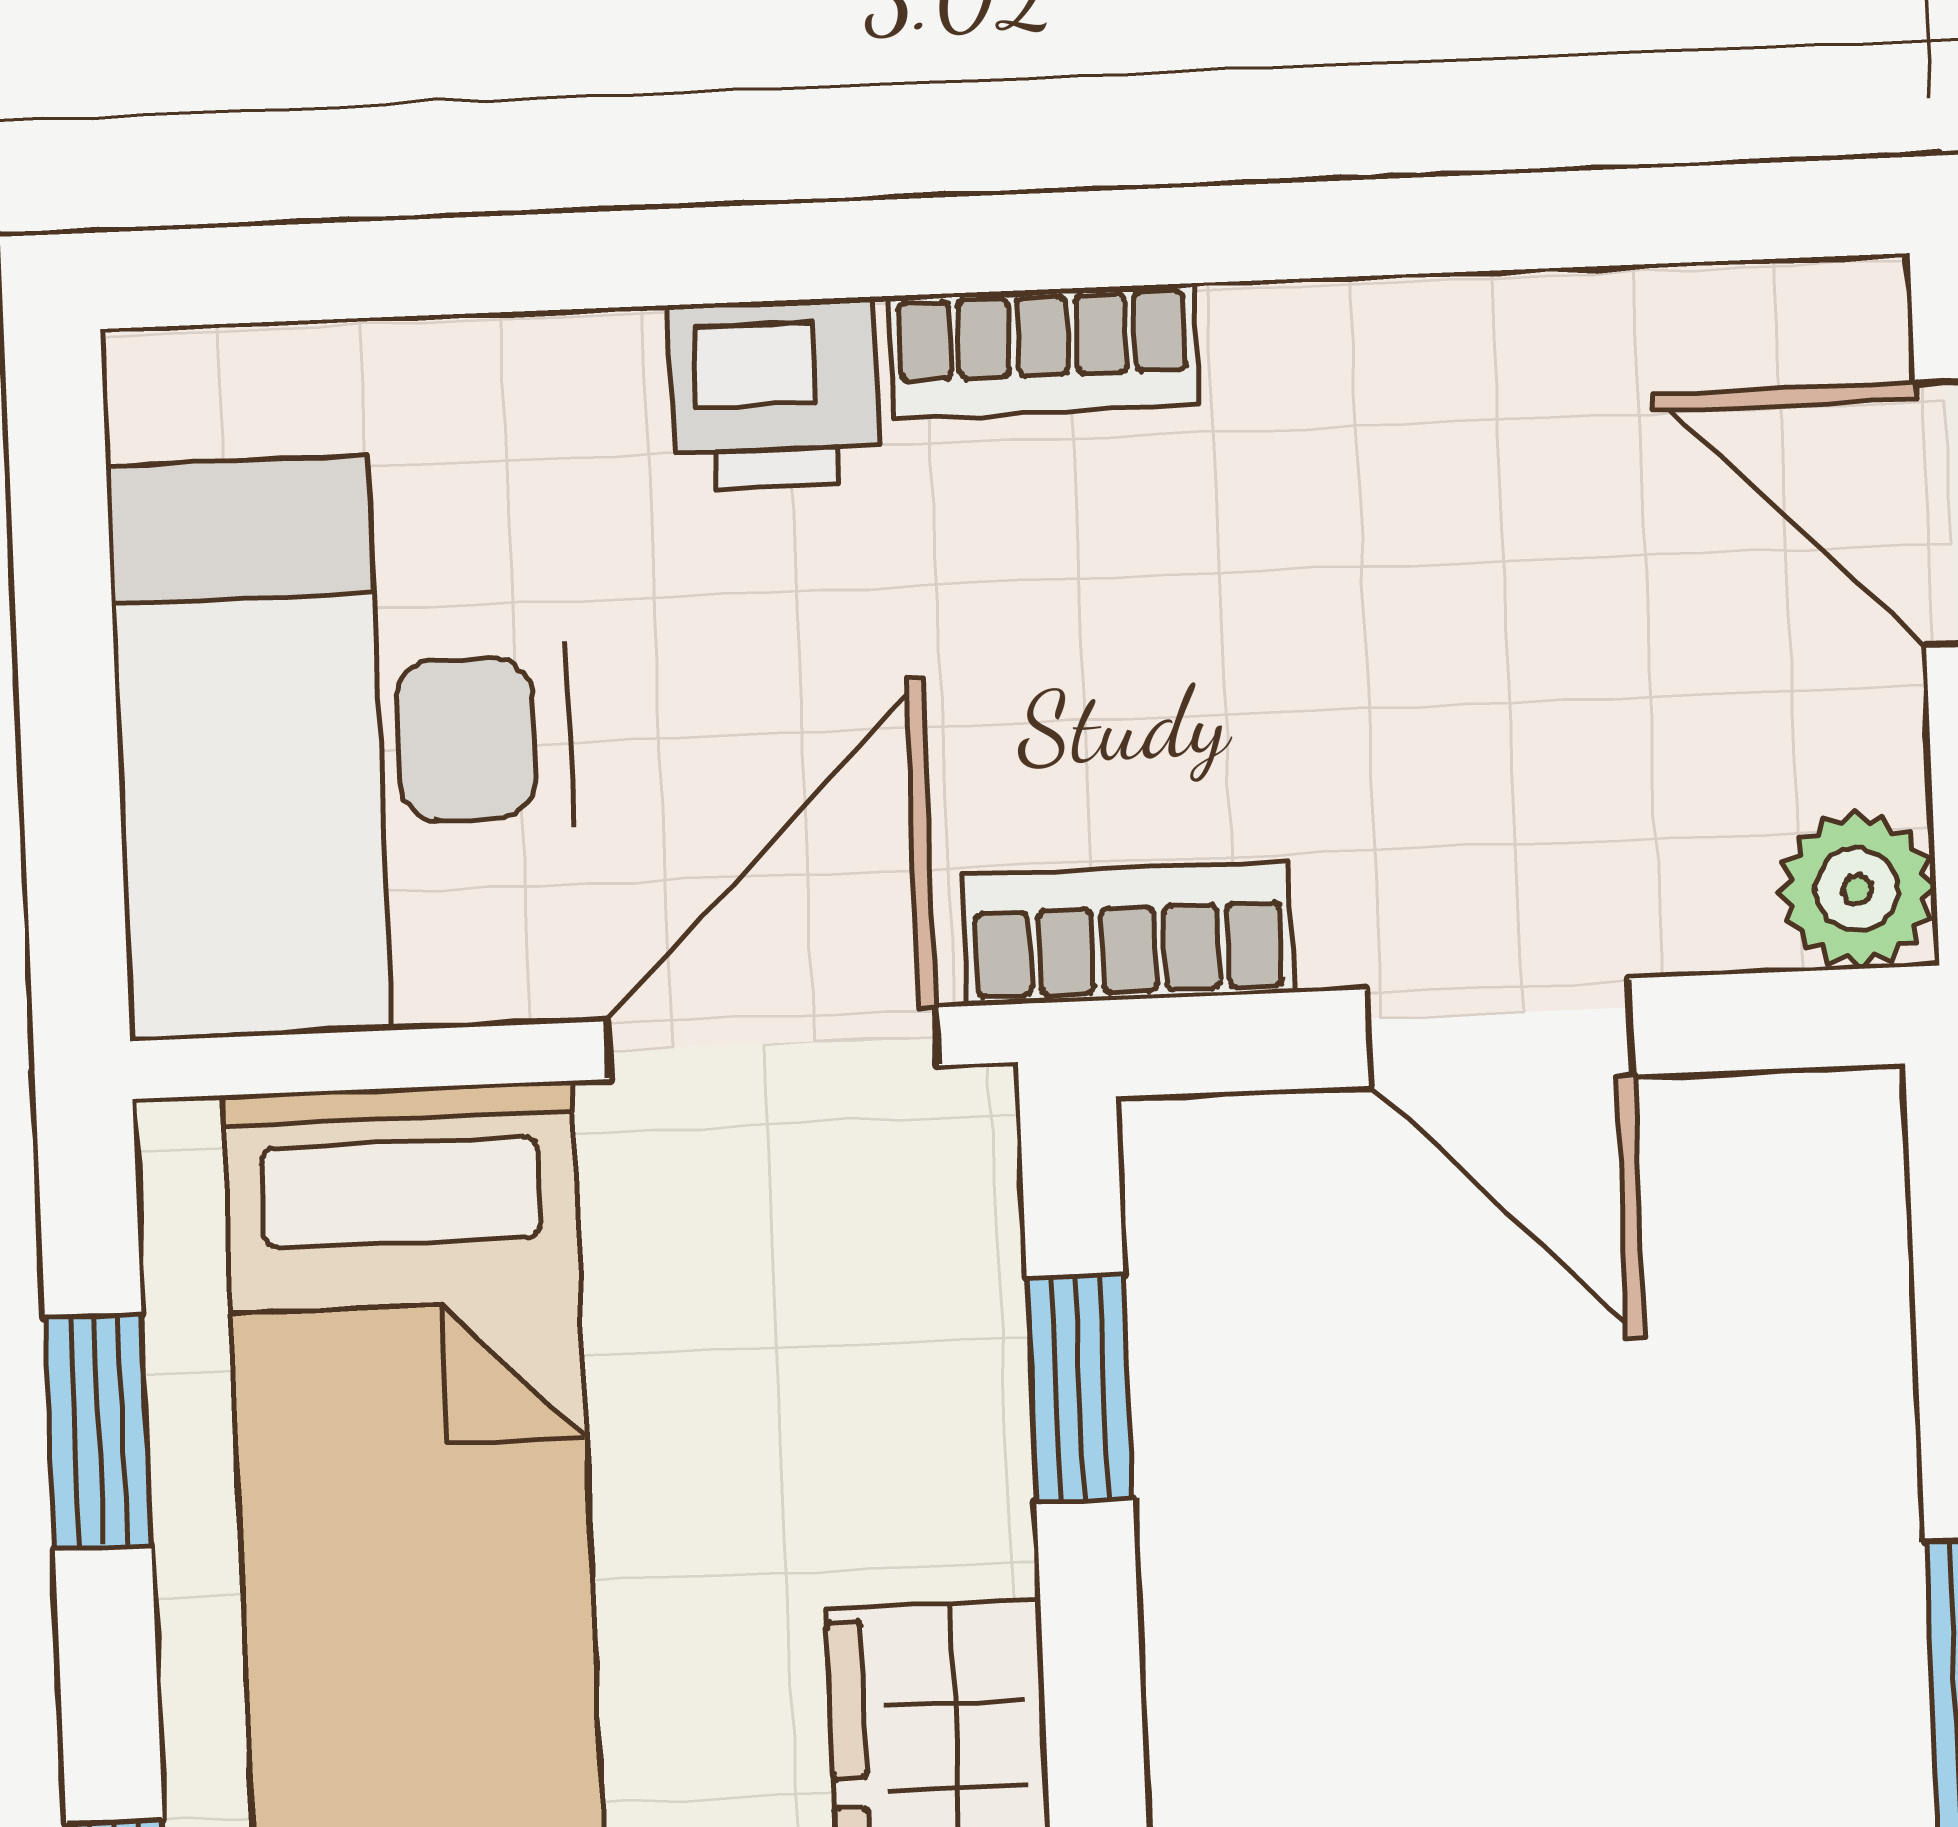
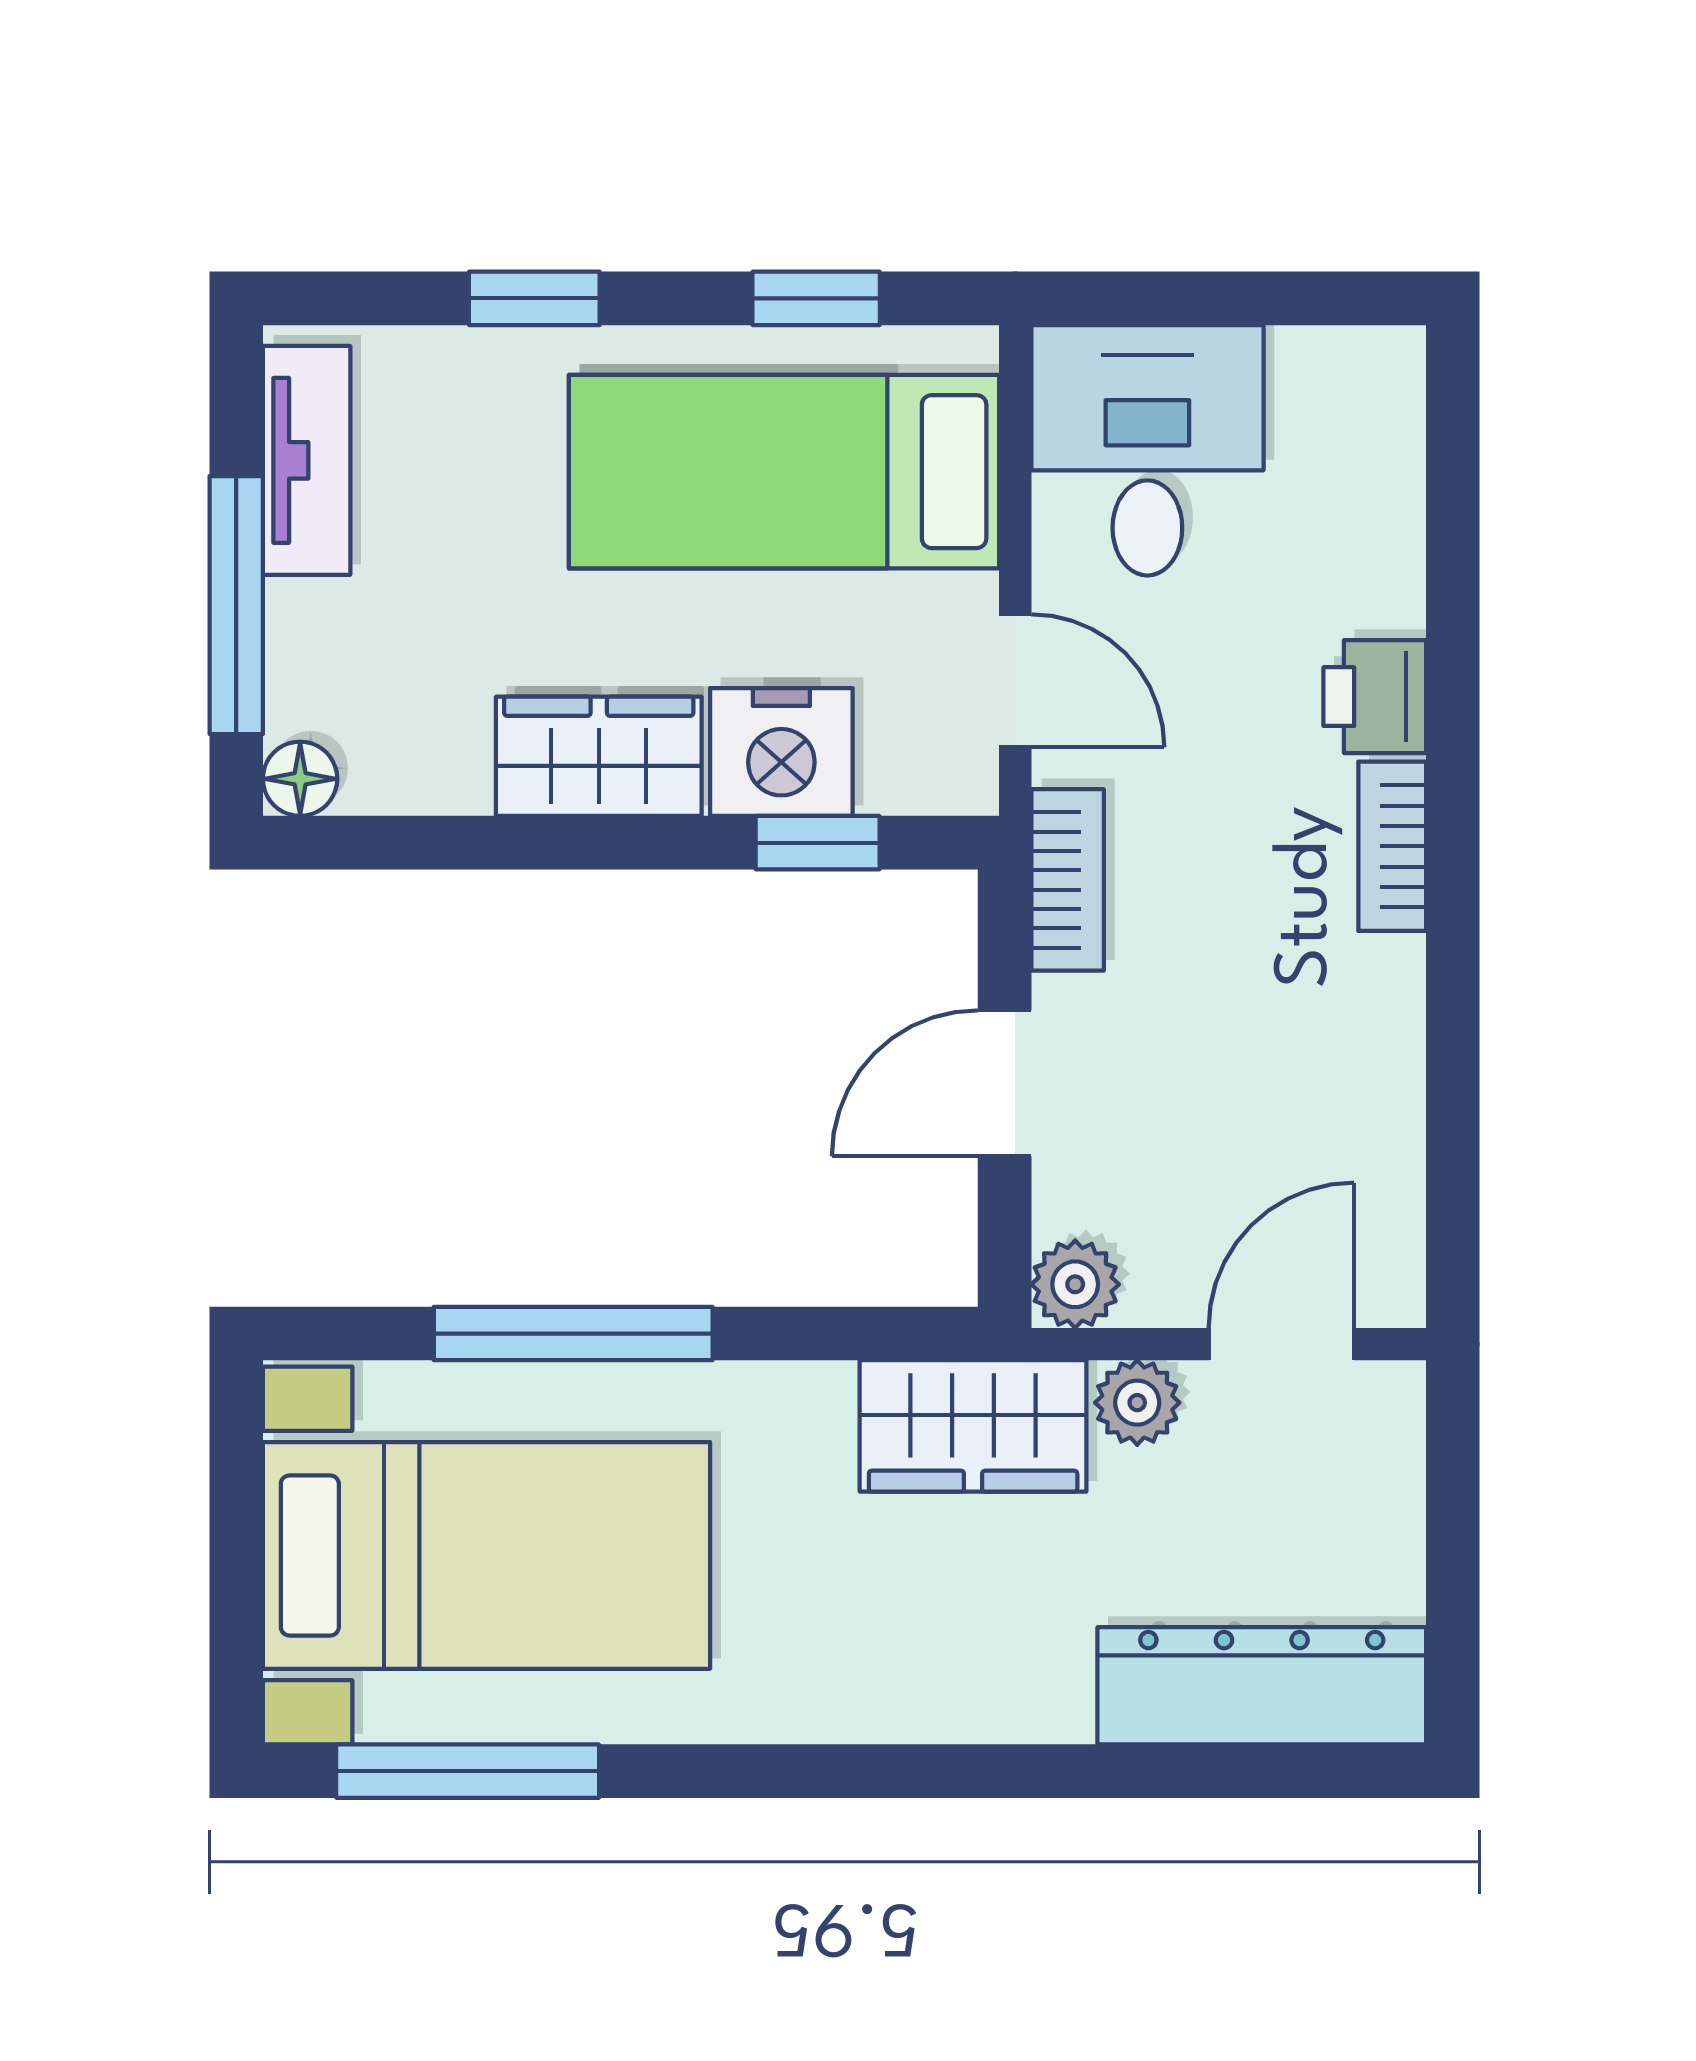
desk: (344, 744) -> (1147, 450), width x0.73
door: (773, 1043) -> (1015, 681), width x0.73
nightstand: (919, 1460) -> (781, 752), added

